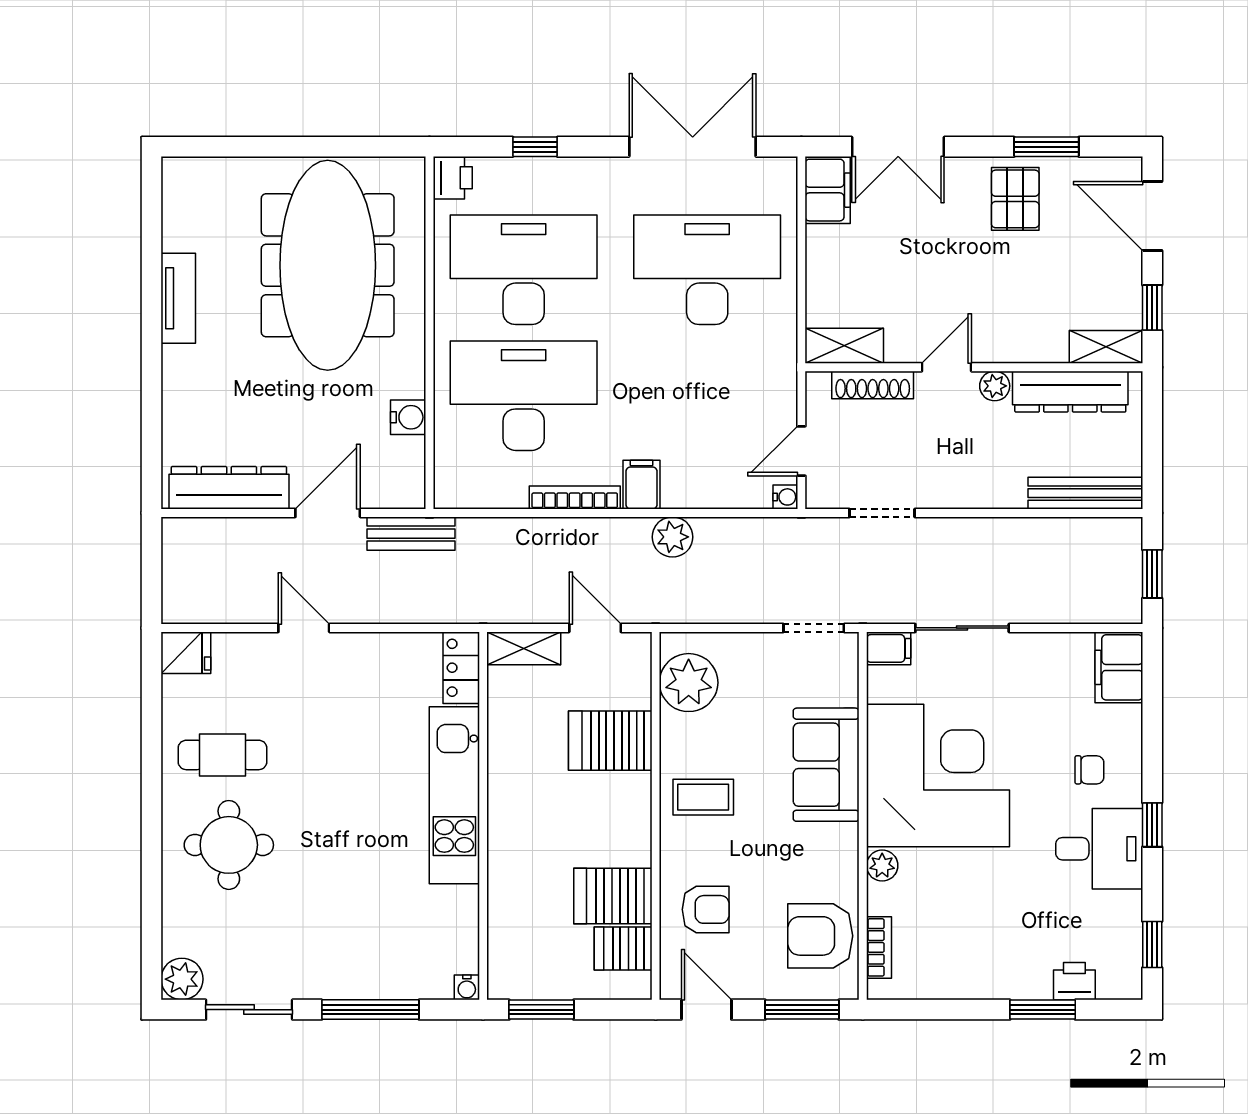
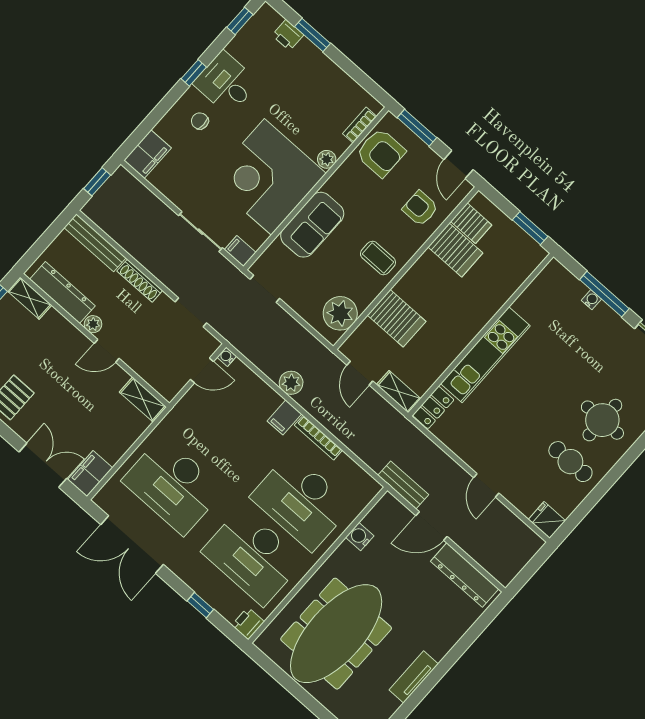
shoe rack: (873, 385) -> (140, 281), moved, turned 180
water cooler: (467, 987) -> (591, 300), moved

